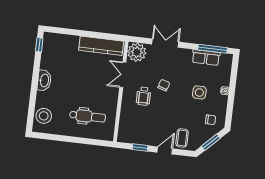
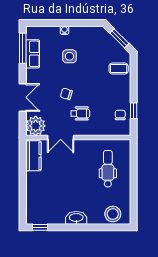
double door: (165, 43) -> (23, 97), swing flipped
kitchen counter: (101, 46) -> (33, 156), width x0.67
chair: (211, 120) -> (120, 115), moved
door: (165, 150) -> (134, 85), removed

